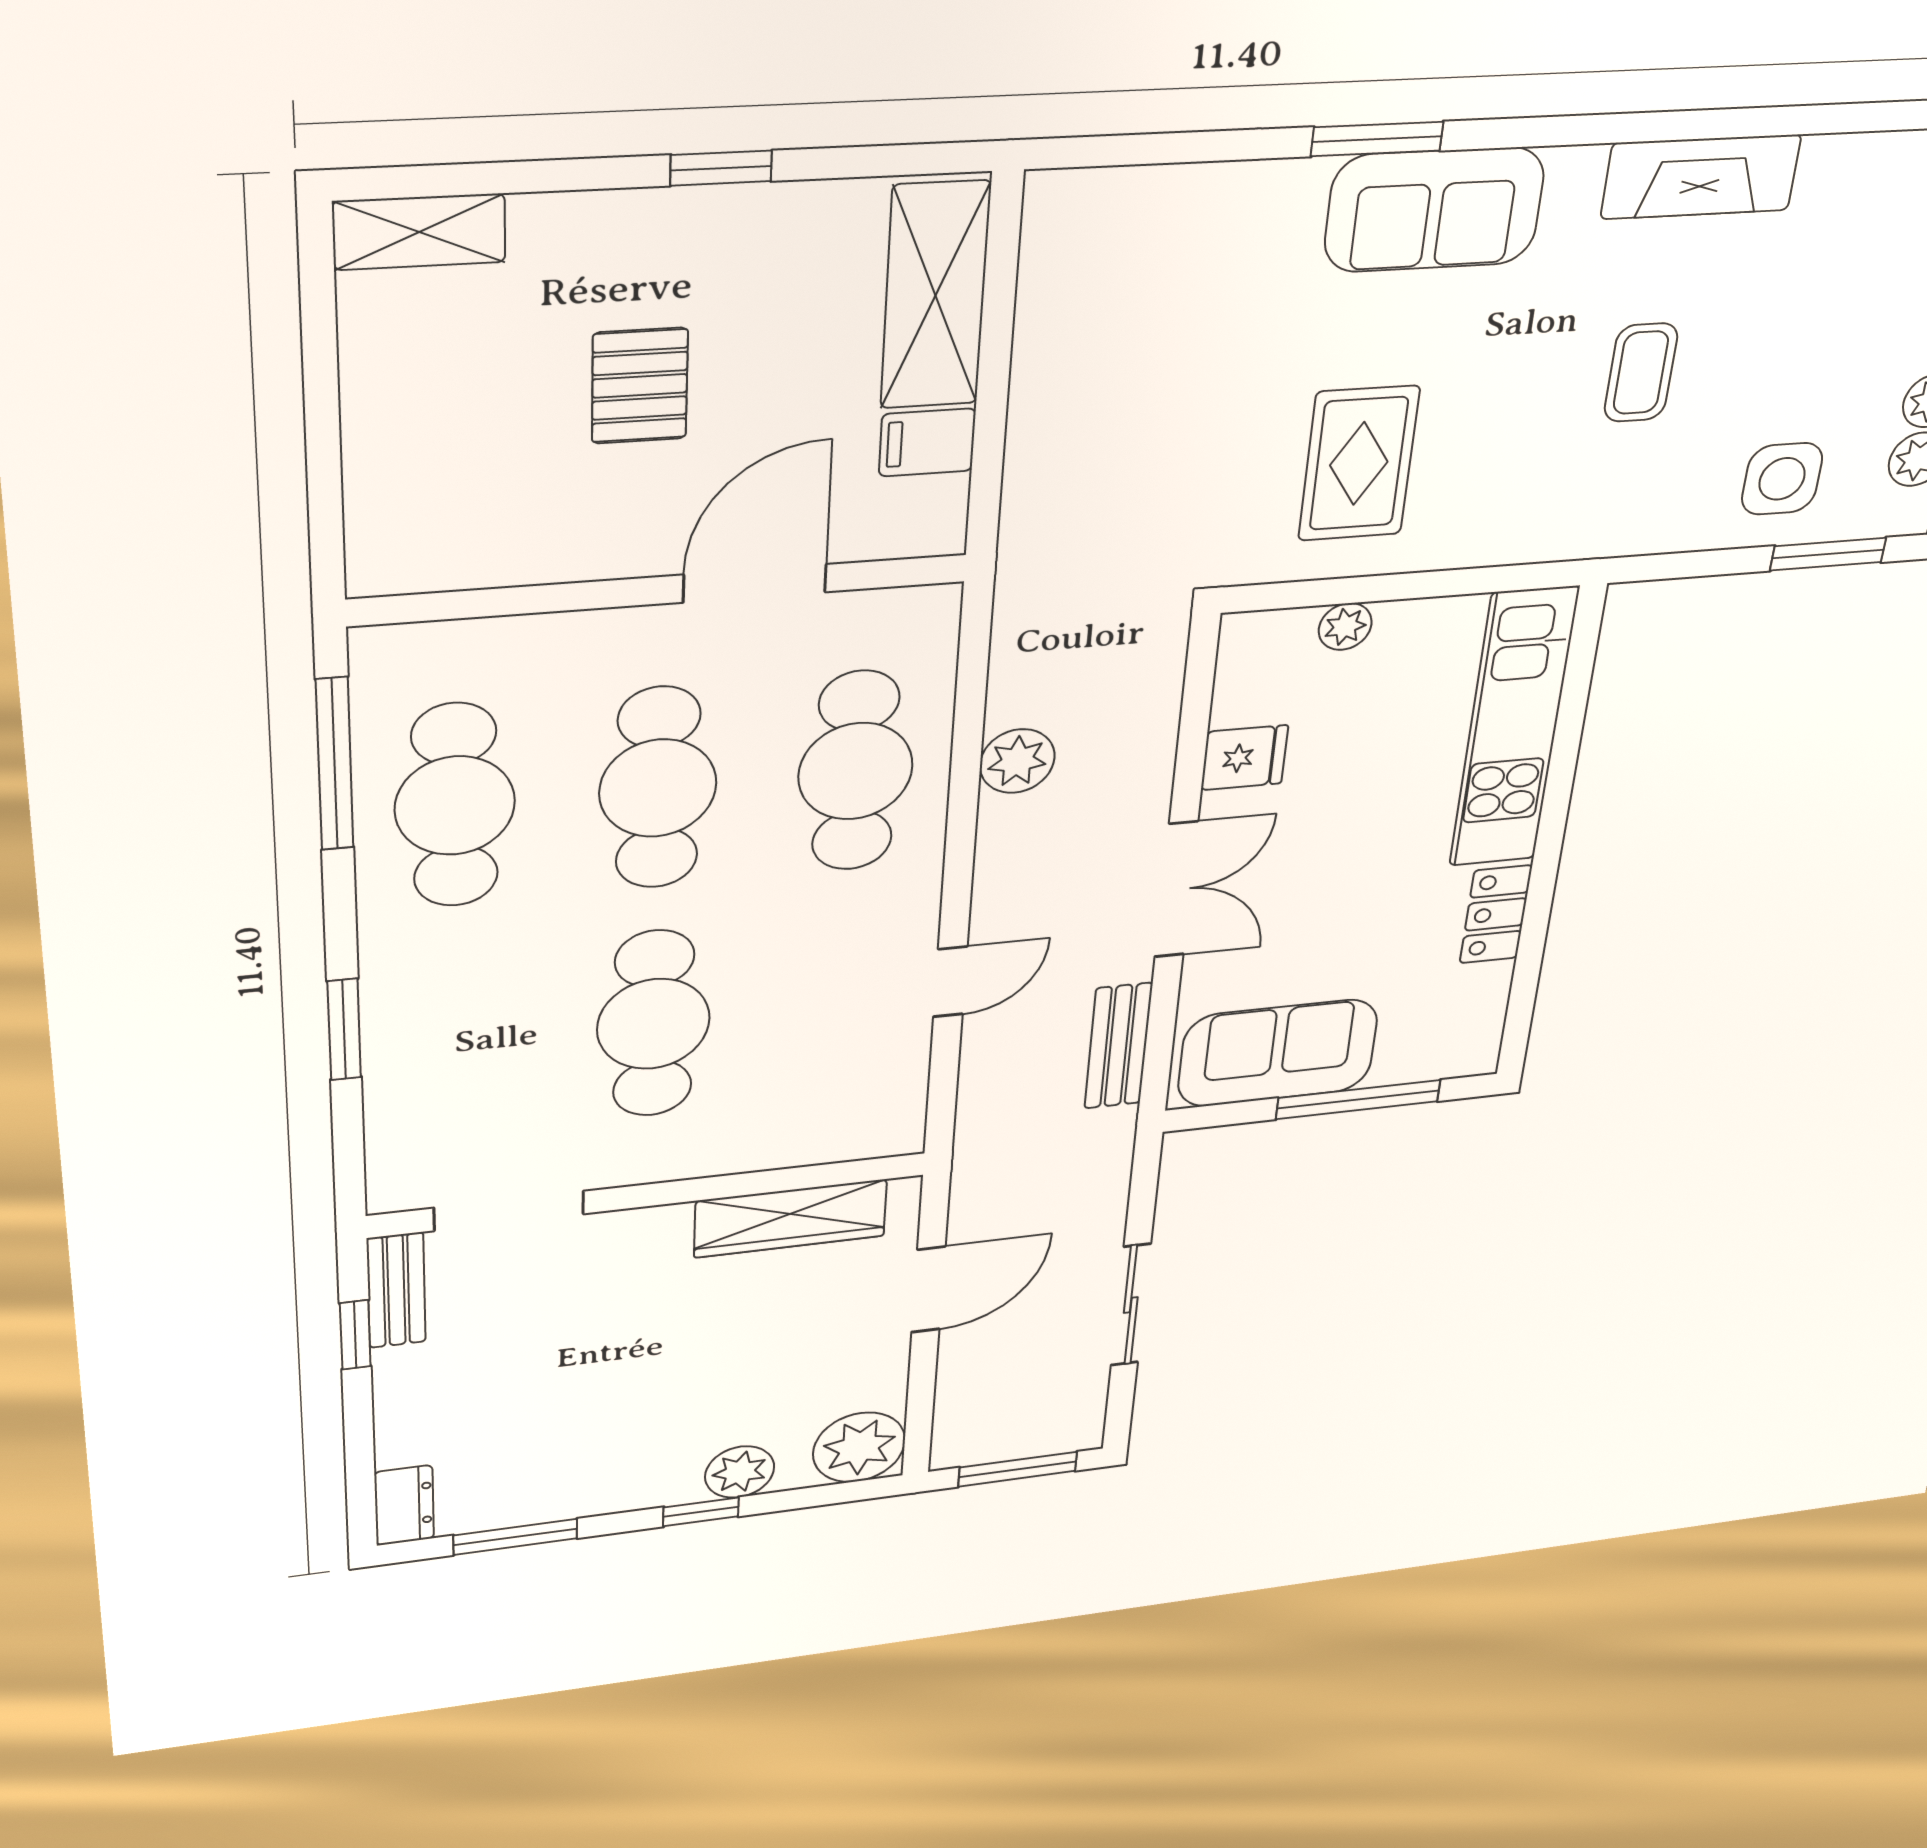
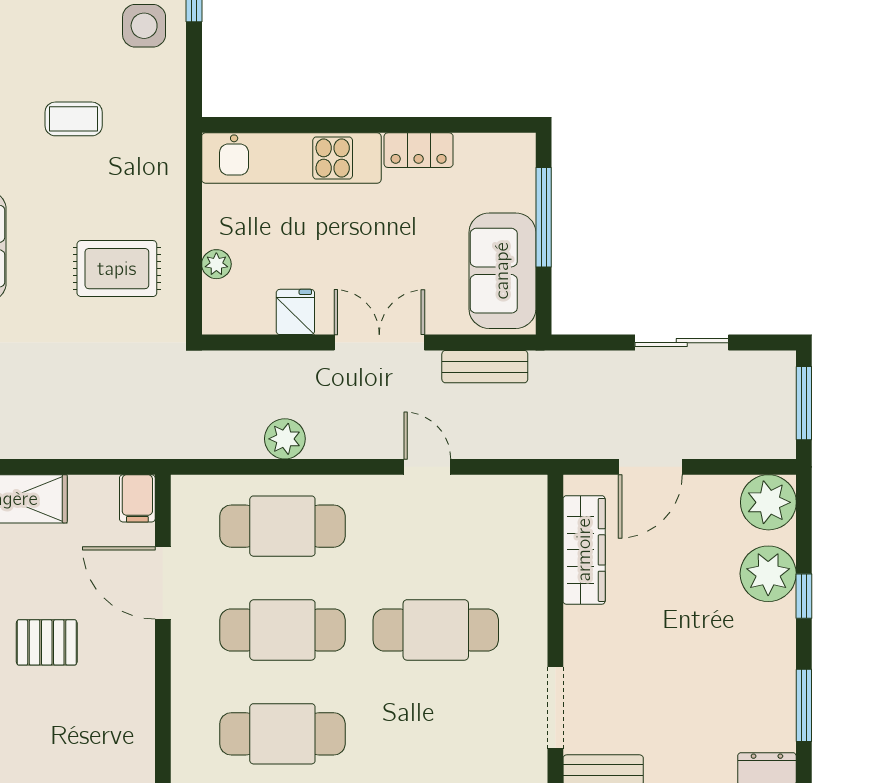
filing cabinet: (927, 442) -> (137, 498), moved
door: (928, 1290) -> (650, 467), swing flipped
plant: (740, 1472) -> (768, 574), width x1.36, depth x1.36

